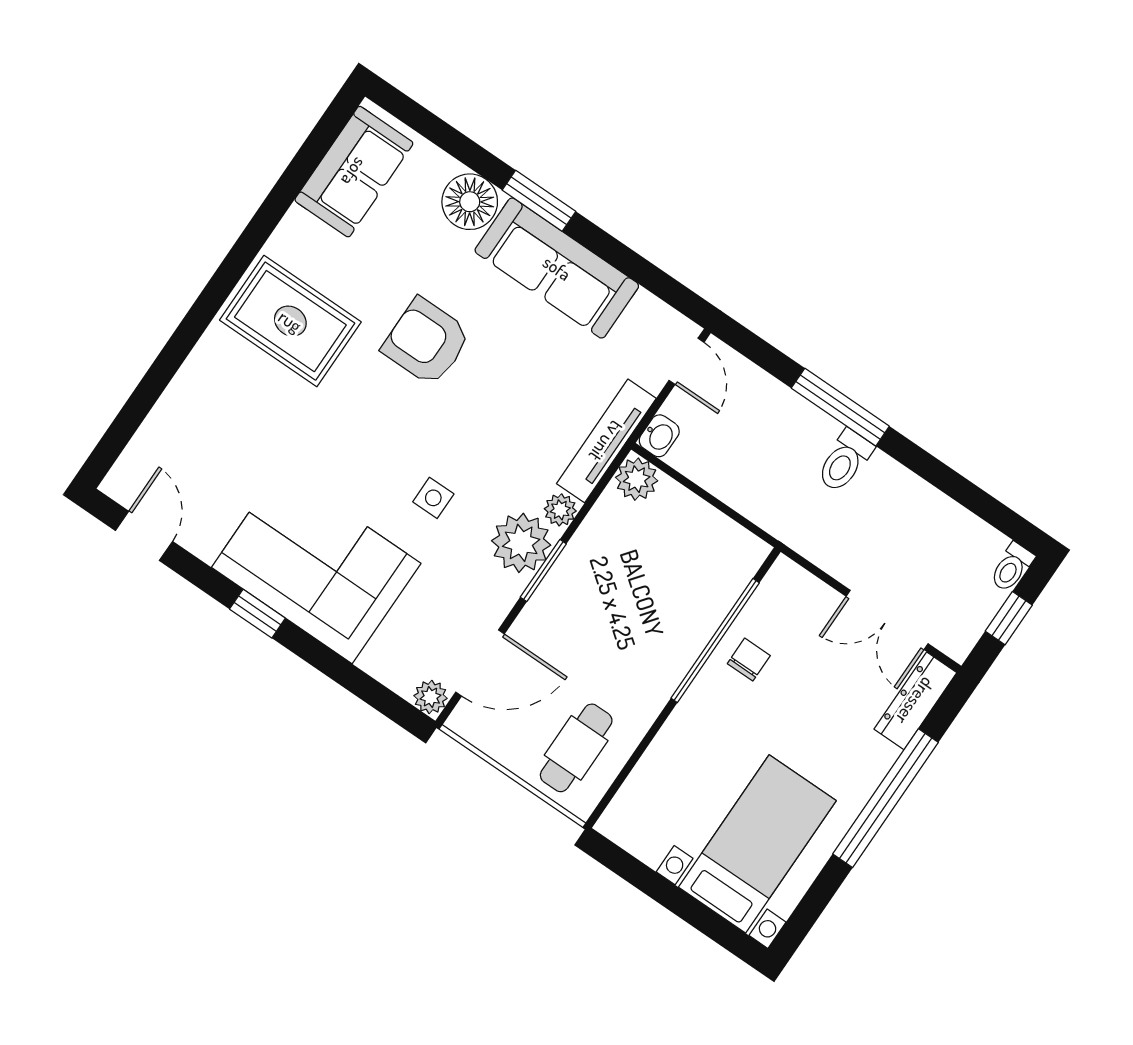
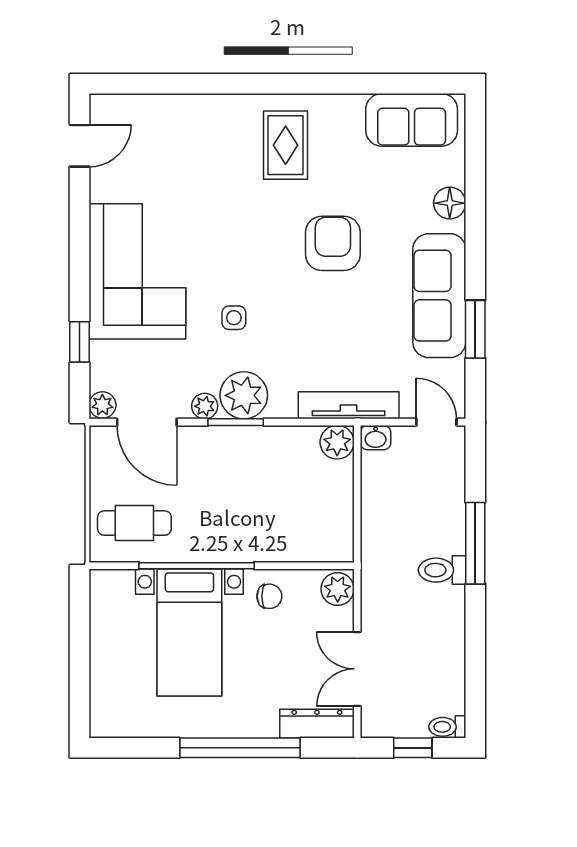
window: (539, 201) -> (475, 329), moved
floor lamp: (470, 202) -> (450, 203), width x0.73, depth x0.73
rug: (290, 321) -> (286, 145), width x0.73, depth x0.70
door: (687, 361) -> (436, 422), swing flipped
plant: (560, 510) -> (205, 406), moved
plant: (790, 583) -> (338, 589), added
window: (257, 614) -> (80, 342), moved
window: (715, 640) -> (197, 566), moved
bed with nightstands: (757, 844) -> (189, 633), moved, turned 90

